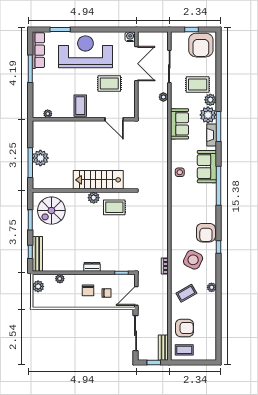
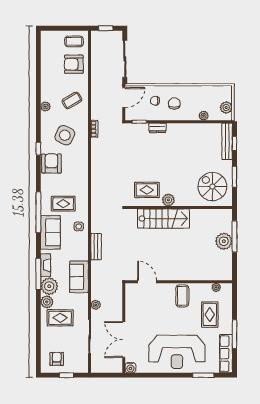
armchair: (201, 45) -> (57, 359), width x0.53, depth x0.53
rug: (109, 84) -> (210, 315), moved, turned 90
rug: (195, 194) -> (63, 204), added
spiral stairs: (51, 211) -> (212, 187), turned -90
dresser: (92, 267) -> (157, 128), moved
bench: (163, 348) -> (96, 247), moved

